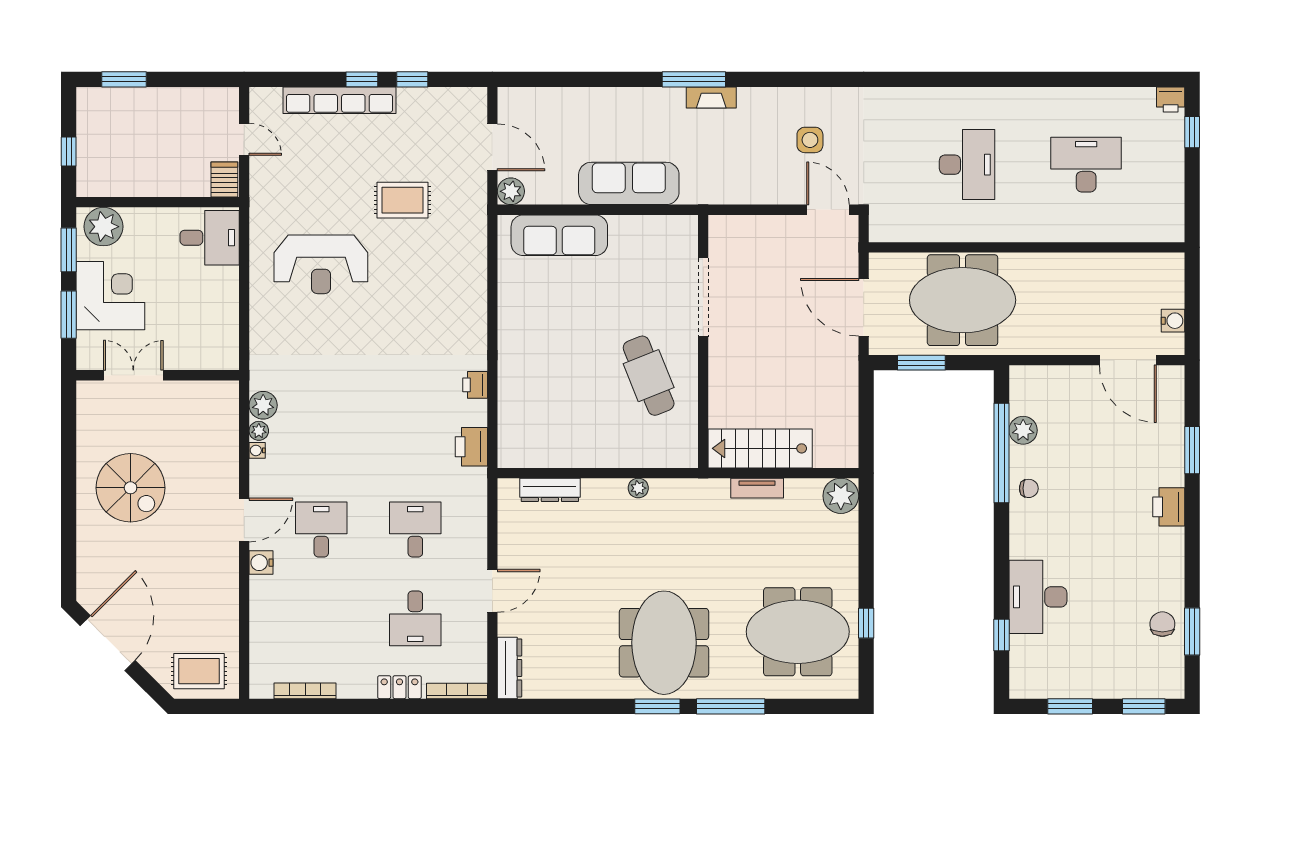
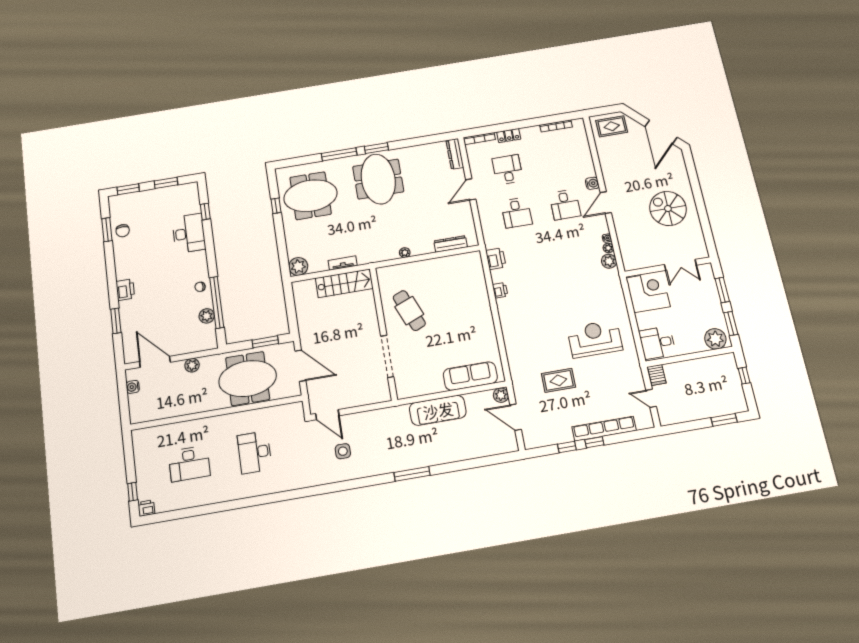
fireplace: (711, 97) -> (401, 465), removed
corner desk: (110, 296) -> (648, 292), moved, turned 180
plant: (1061, 342) -> (192, 365), added

